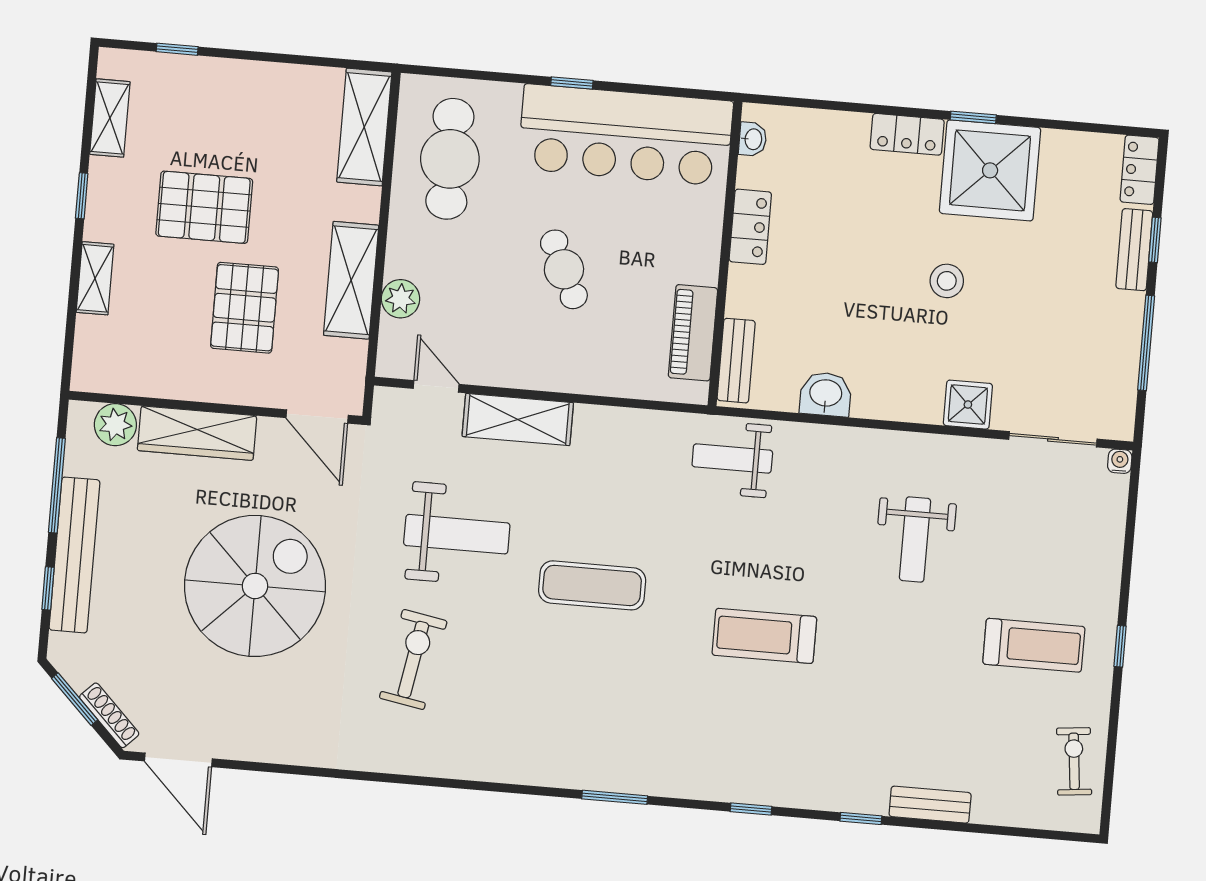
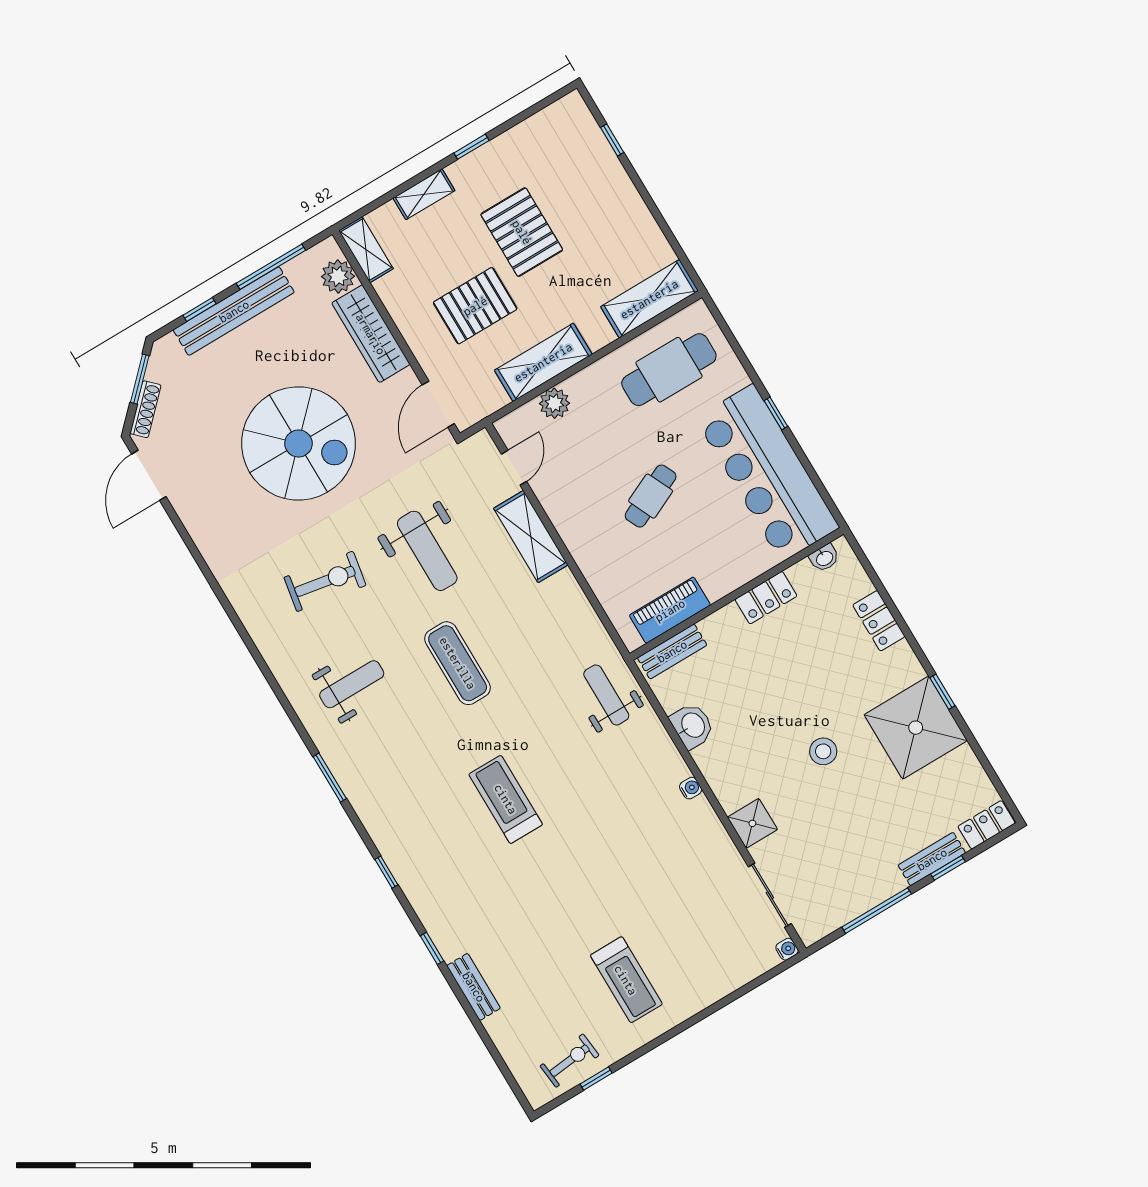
shelving: (110, 118) -> (366, 250), moved, turned 90
locker: (907, 134) -> (879, 621), moved
water cooler: (887, 441) -> (691, 788), added
weight bench: (915, 539) -> (352, 684), moved, turned 180
window: (1120, 646) -> (596, 1078), moved

